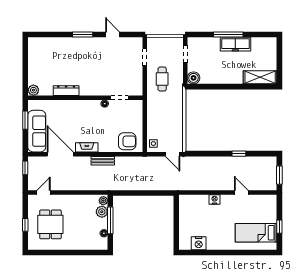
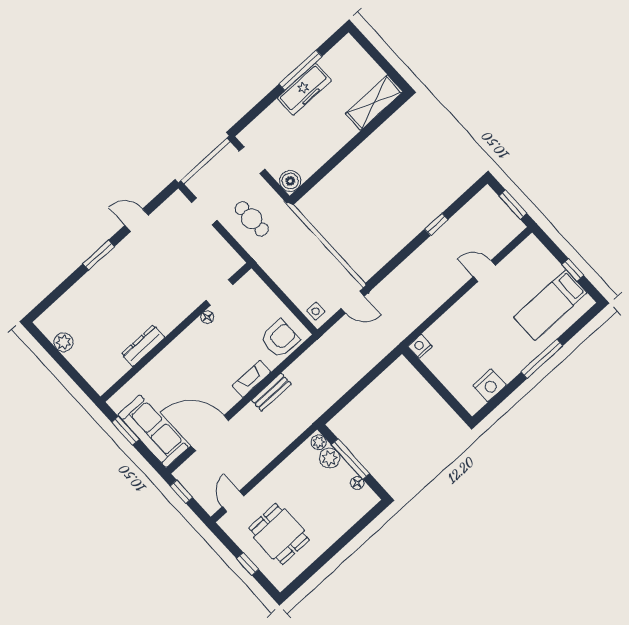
window: (228, 35) -> (300, 70), moved
plant: (33, 90) -> (63, 342), moved
fireplace: (87, 147) -> (252, 379), moved
nightstand: (215, 199) -> (420, 346), moved
window: (231, 253) -> (542, 359), added

